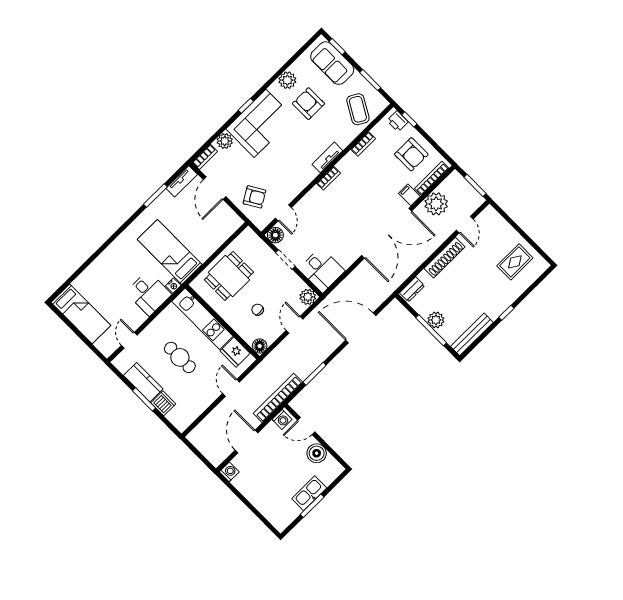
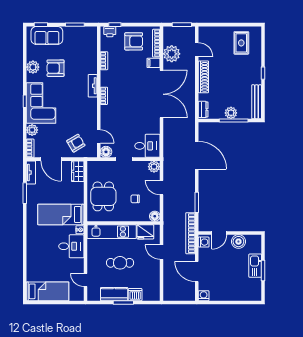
coffee table: (358, 109) -> (84, 46), removed
wardrobe: (229, 226) -> (78, 171), added
door: (361, 328) -> (197, 155), swing flipped

